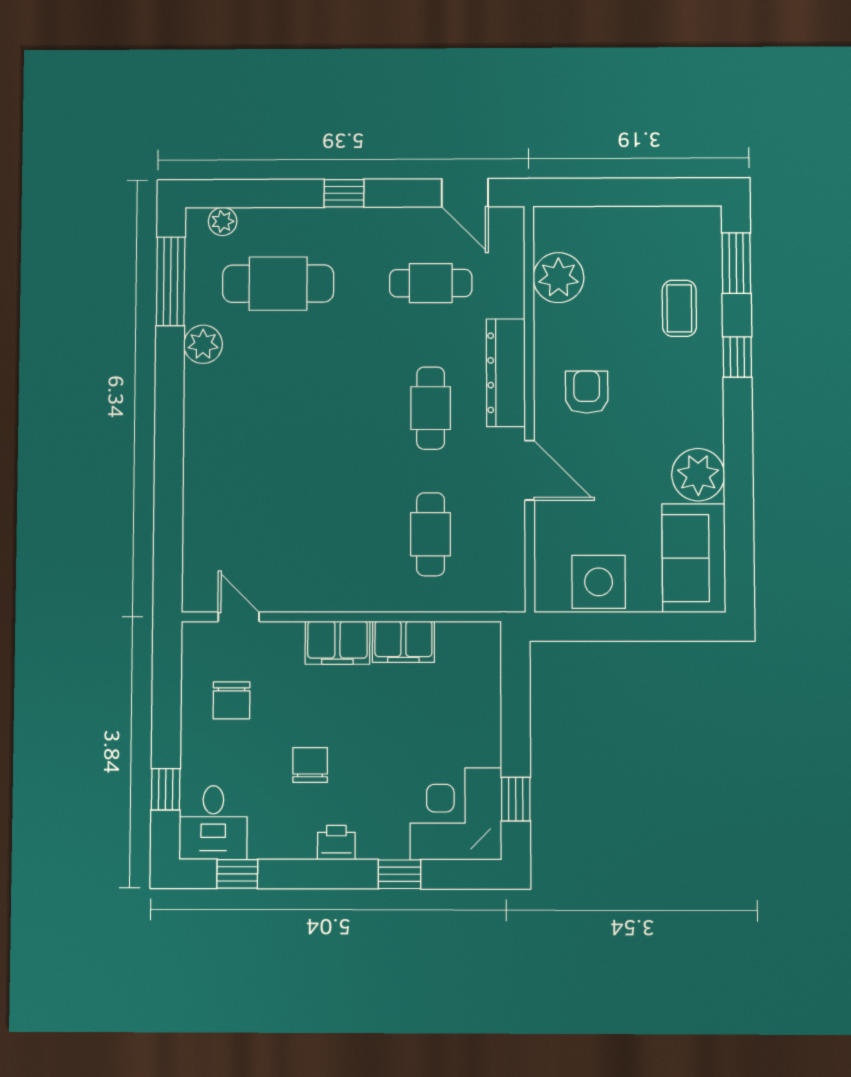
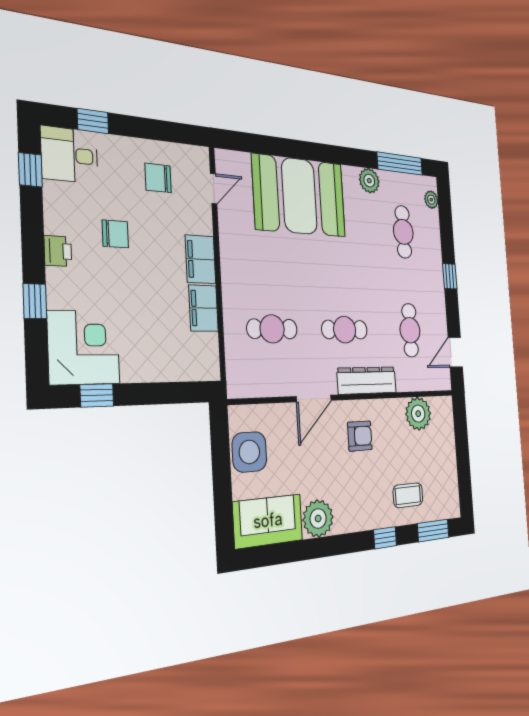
cafe table: (278, 284) -> (403, 232), width x0.73, depth x0.74
booth: (237, 475) -> (299, 196), added

